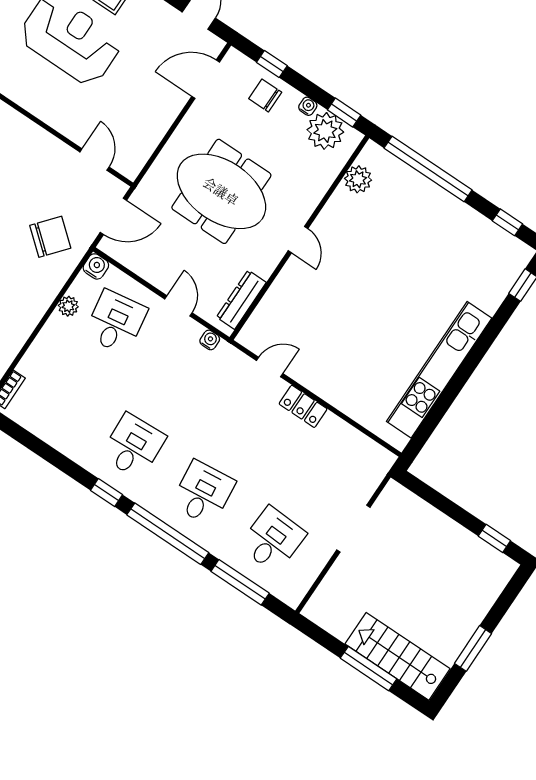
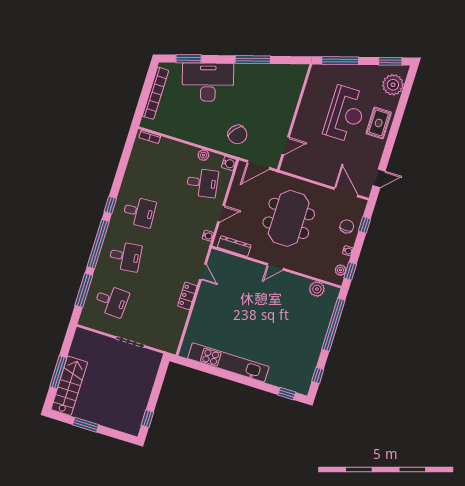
plant: (325, 131) -> (341, 270), width x0.53, depth x0.53
door: (113, 216) -> (258, 165), hinge flipped

